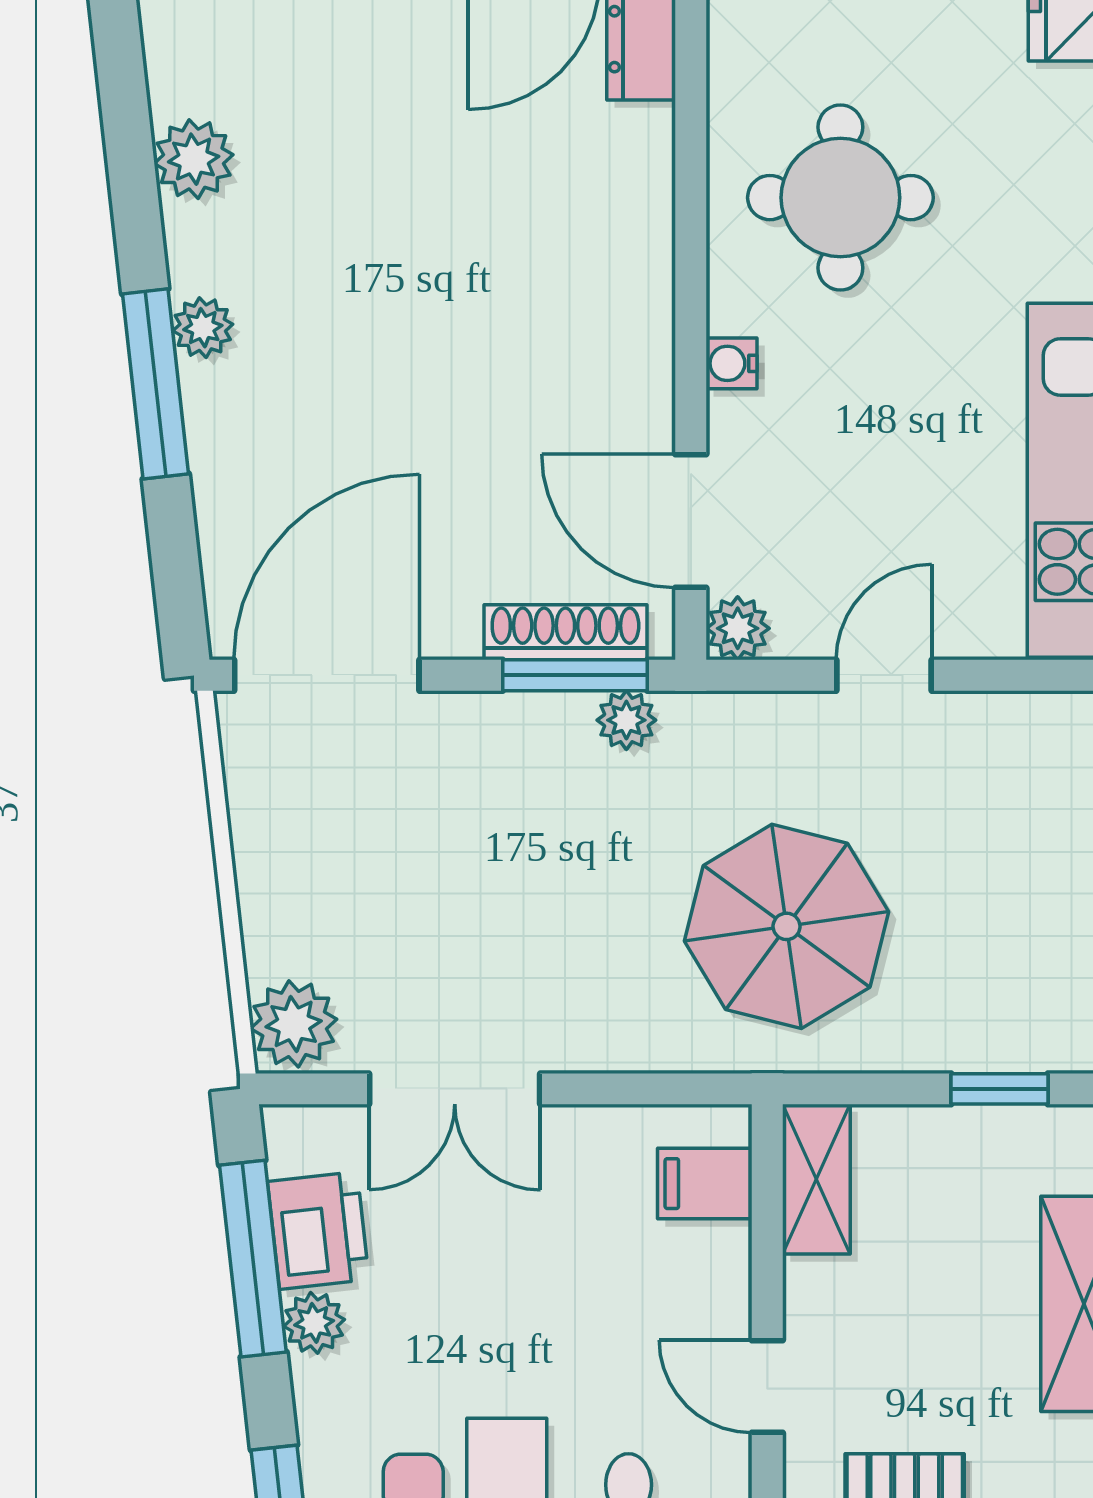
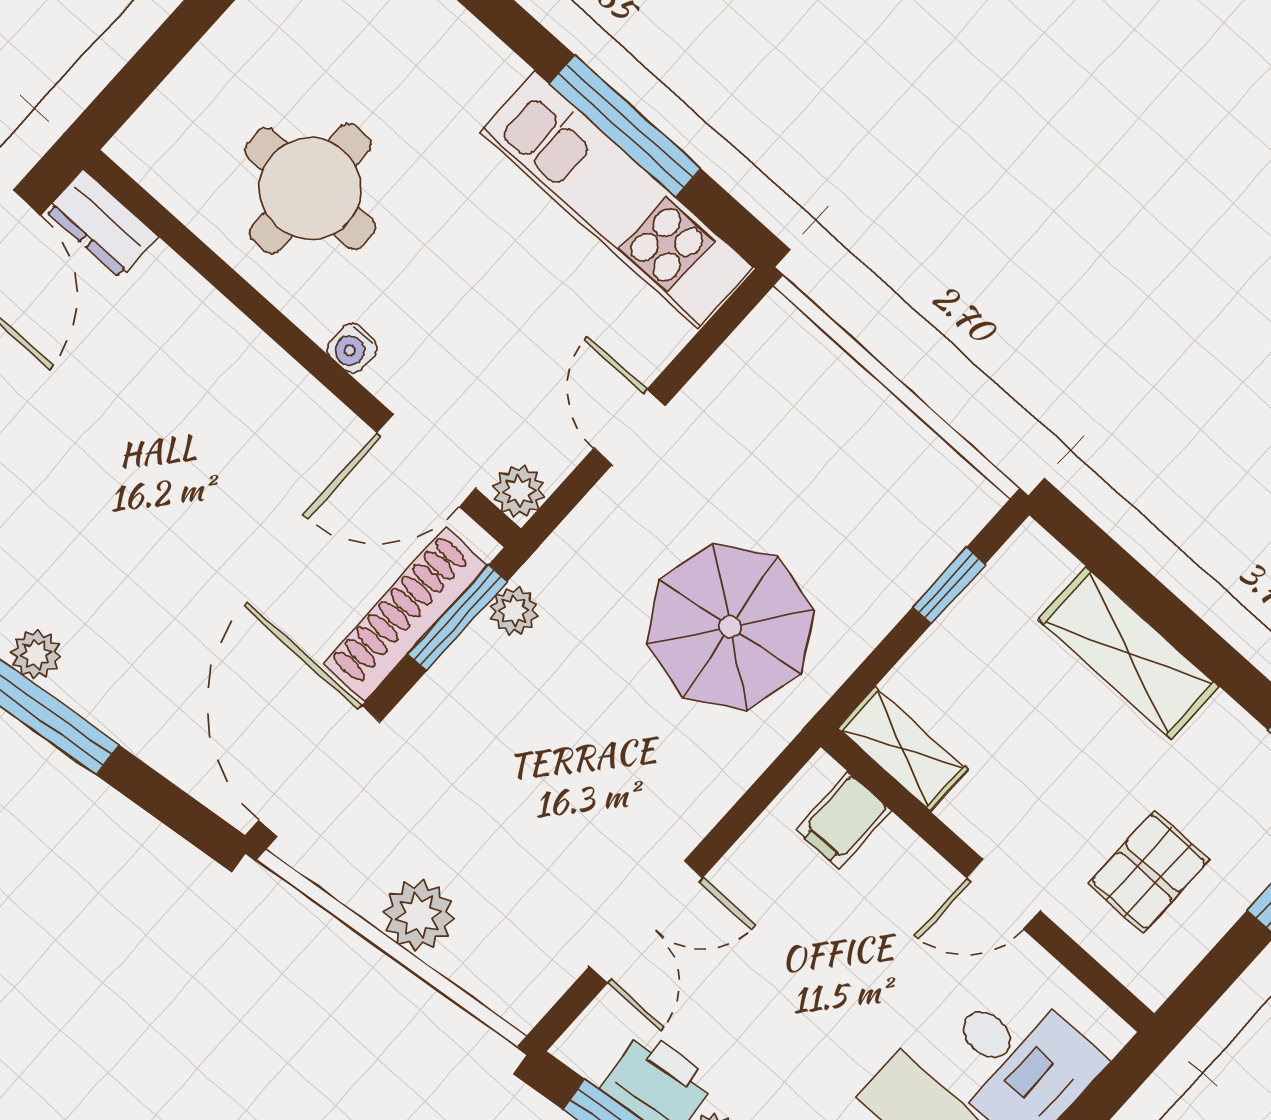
shoe rack: (565, 632) -> (405, 614), width x1.36, depth x1.24
plant: (294, 1024) -> (419, 915), moved

